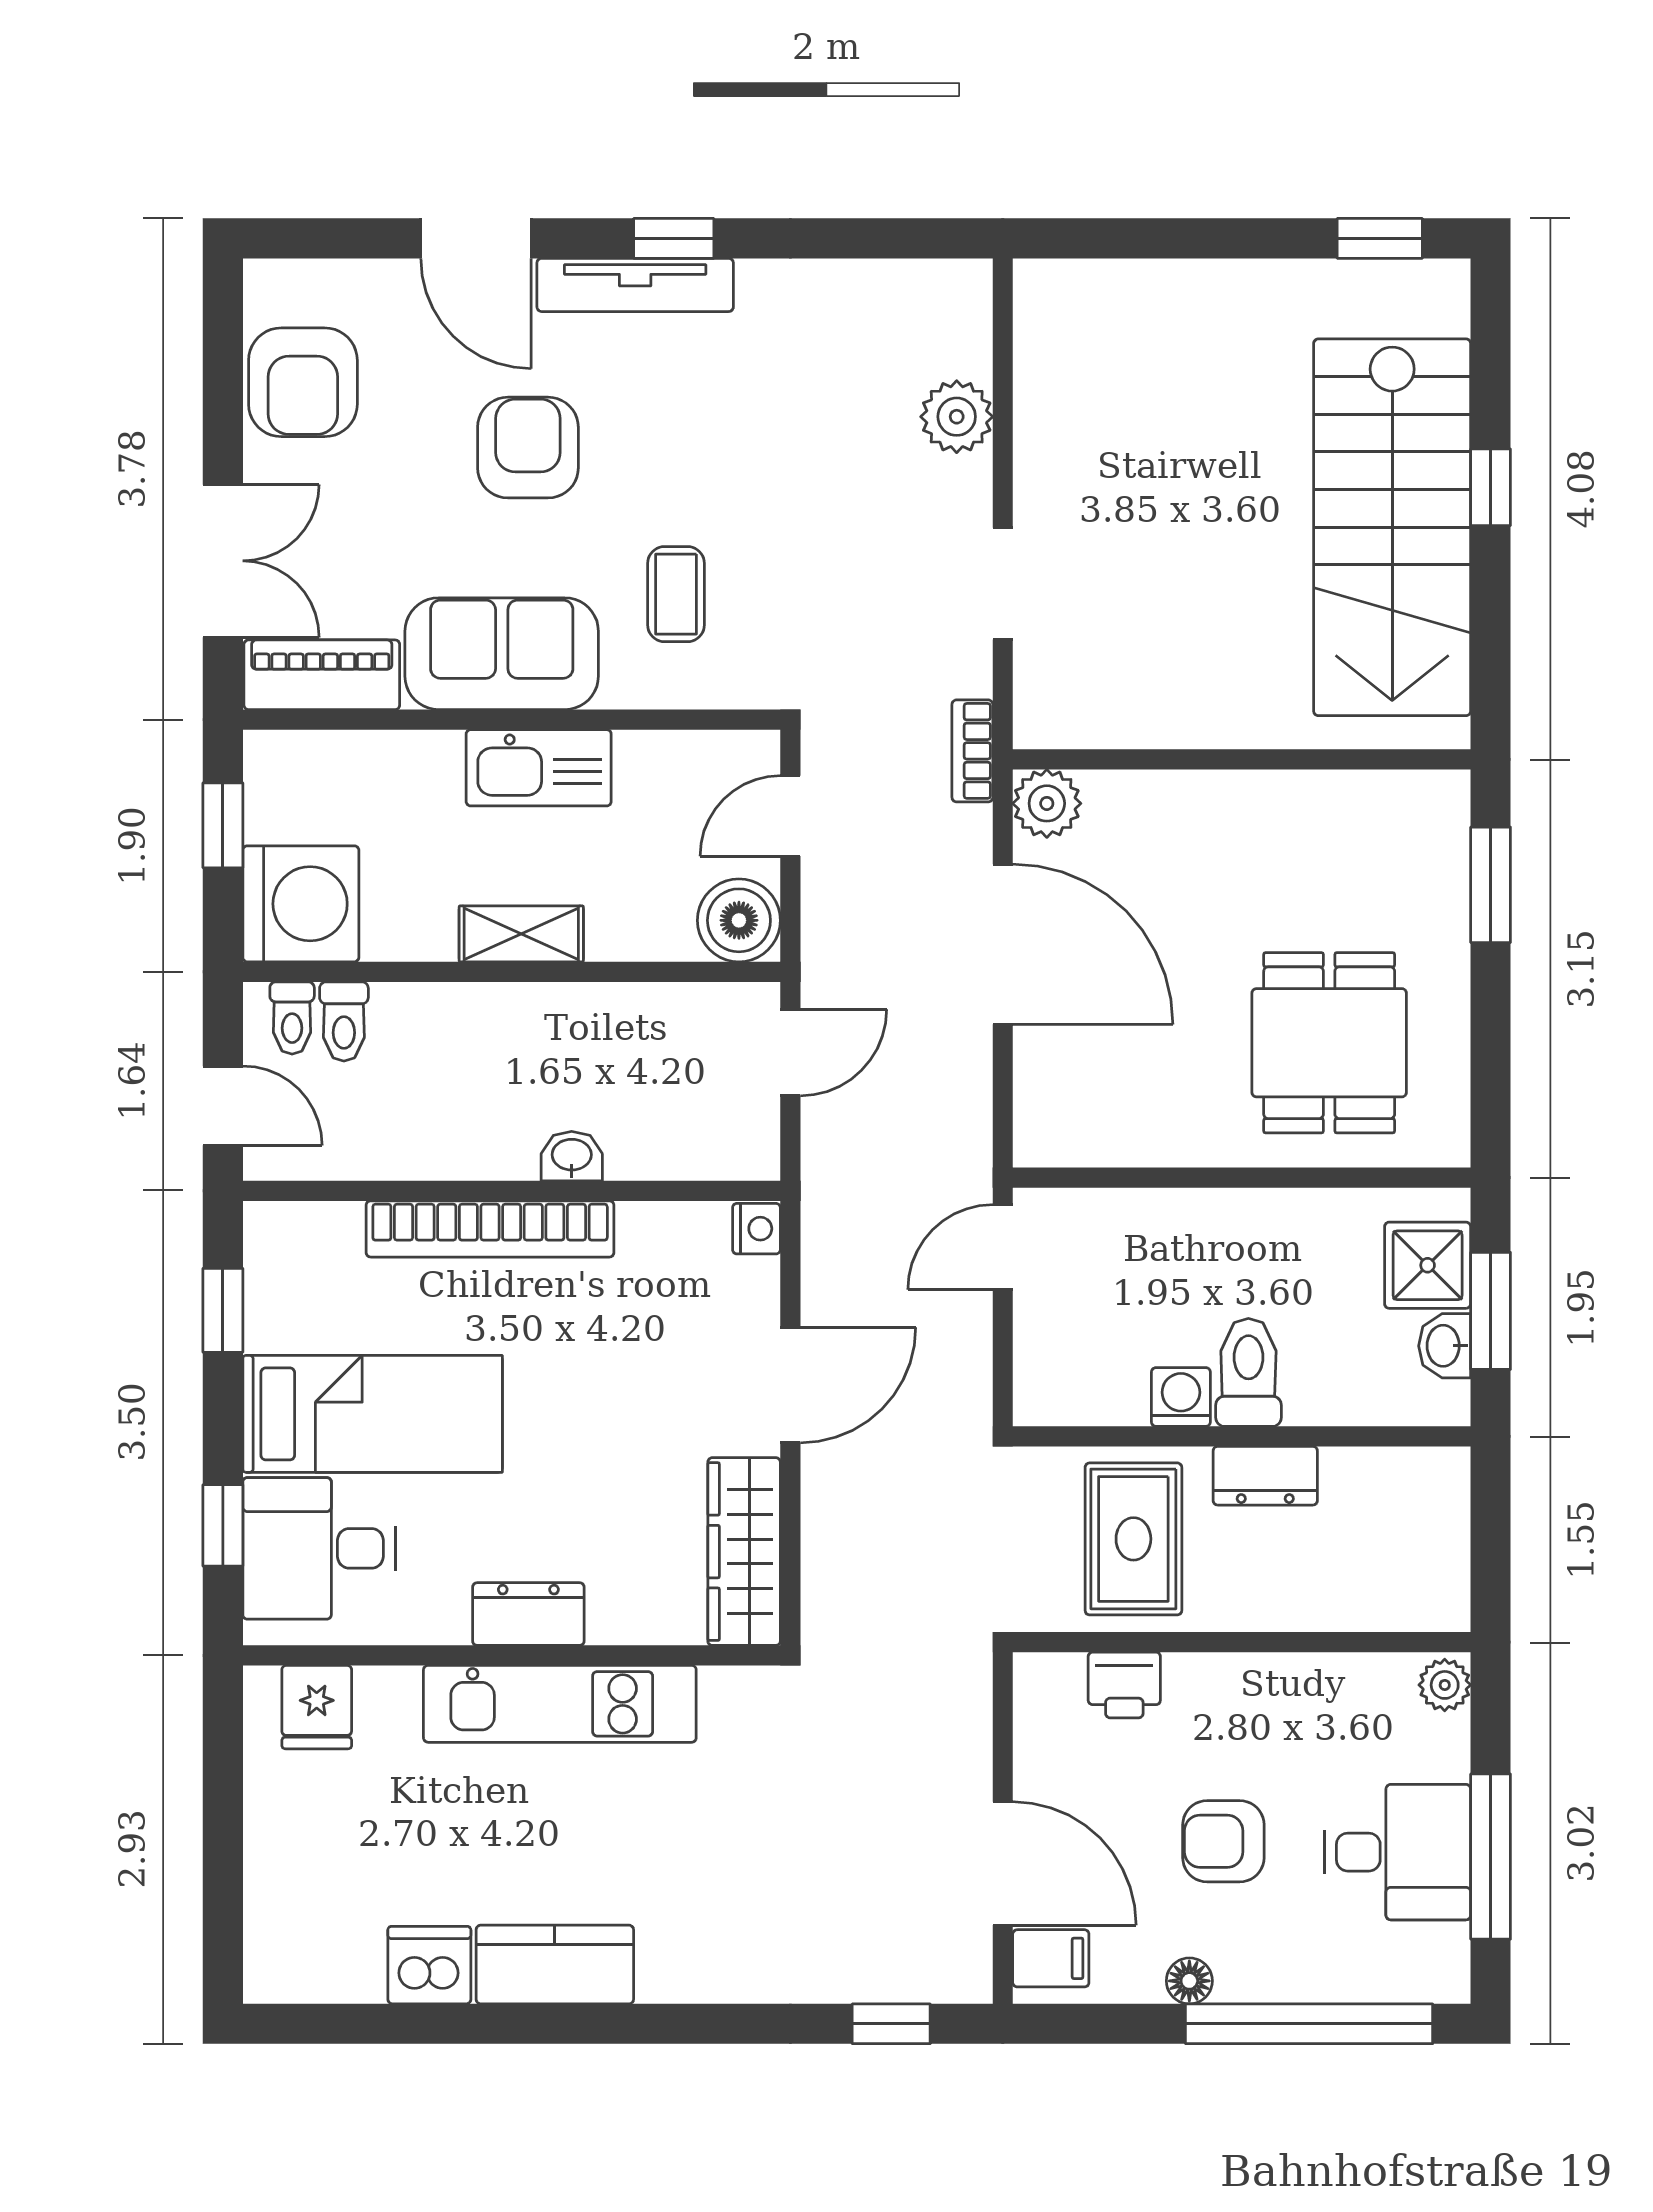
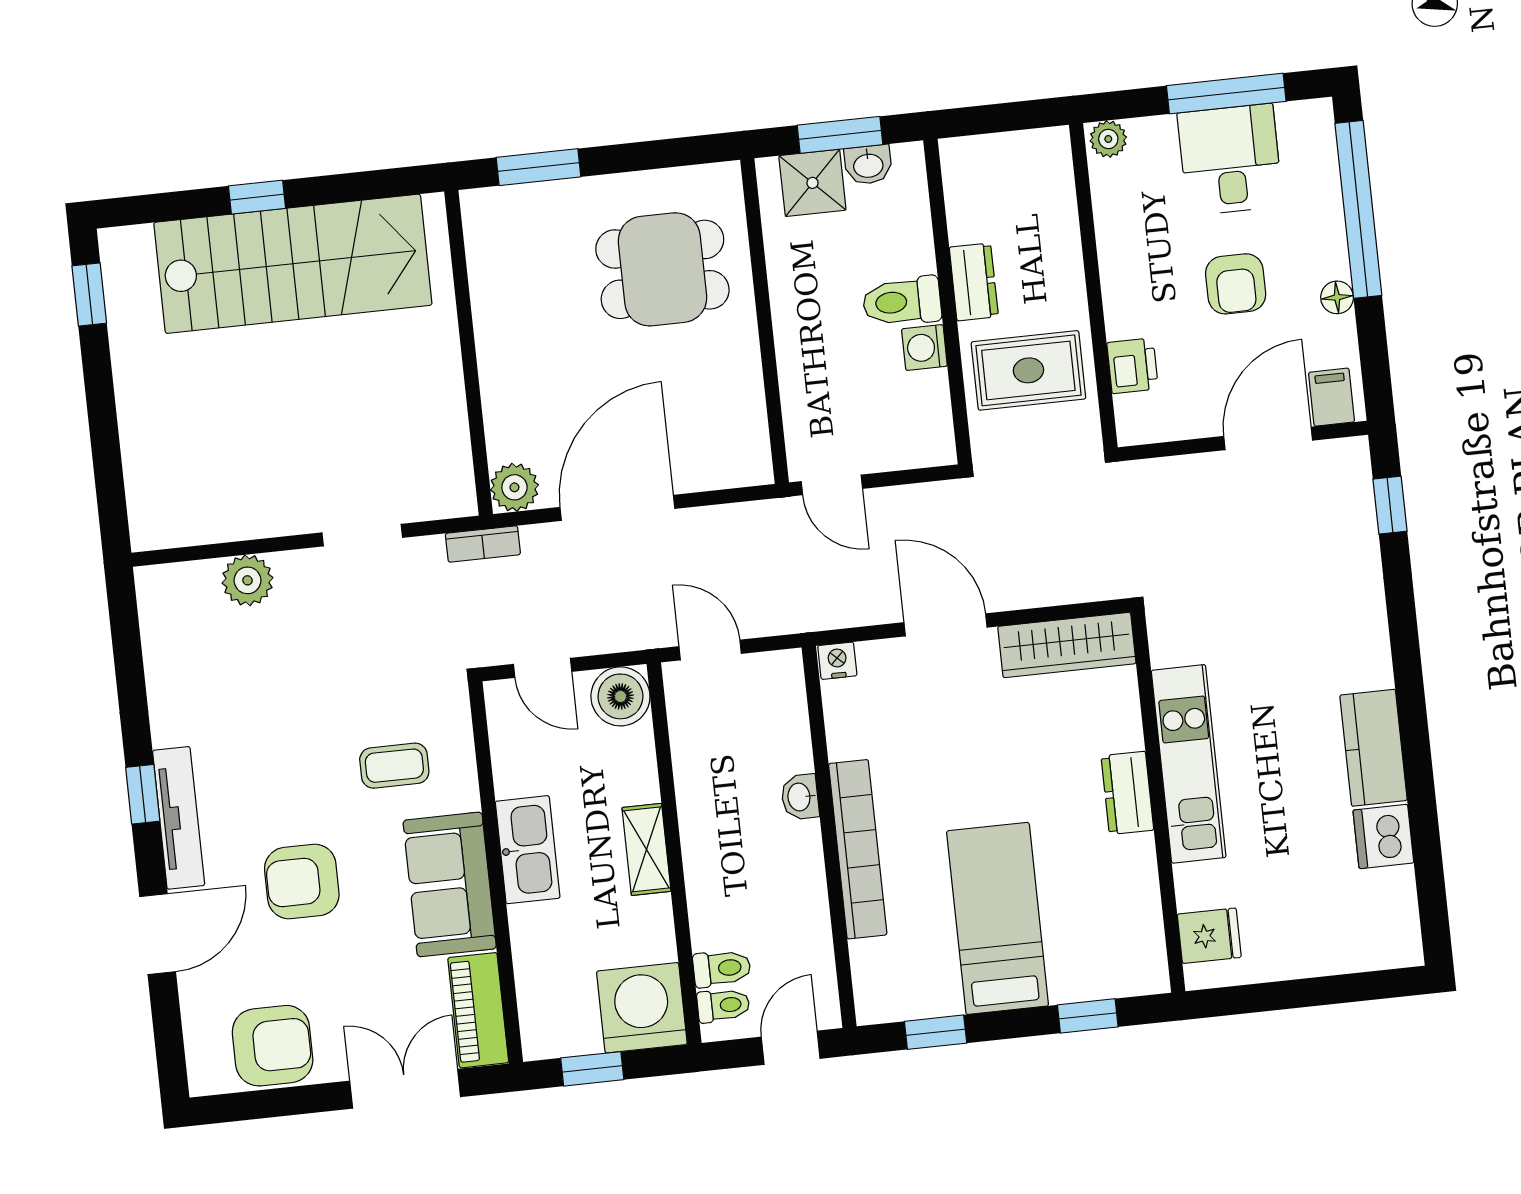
desk: (319, 1548) -> (1097, 946), removed

